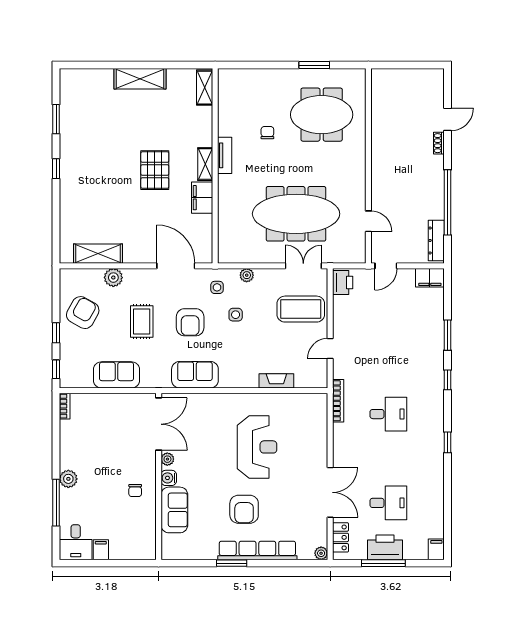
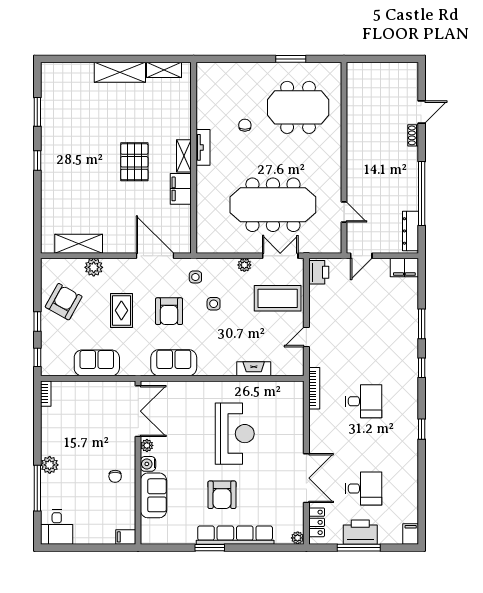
shelving: (205, 88) -> (164, 70), moved, turned 90
plant: (247, 275) -> (244, 265), moved
filing cabinet: (101, 550) -> (126, 537), moved, turned -90

